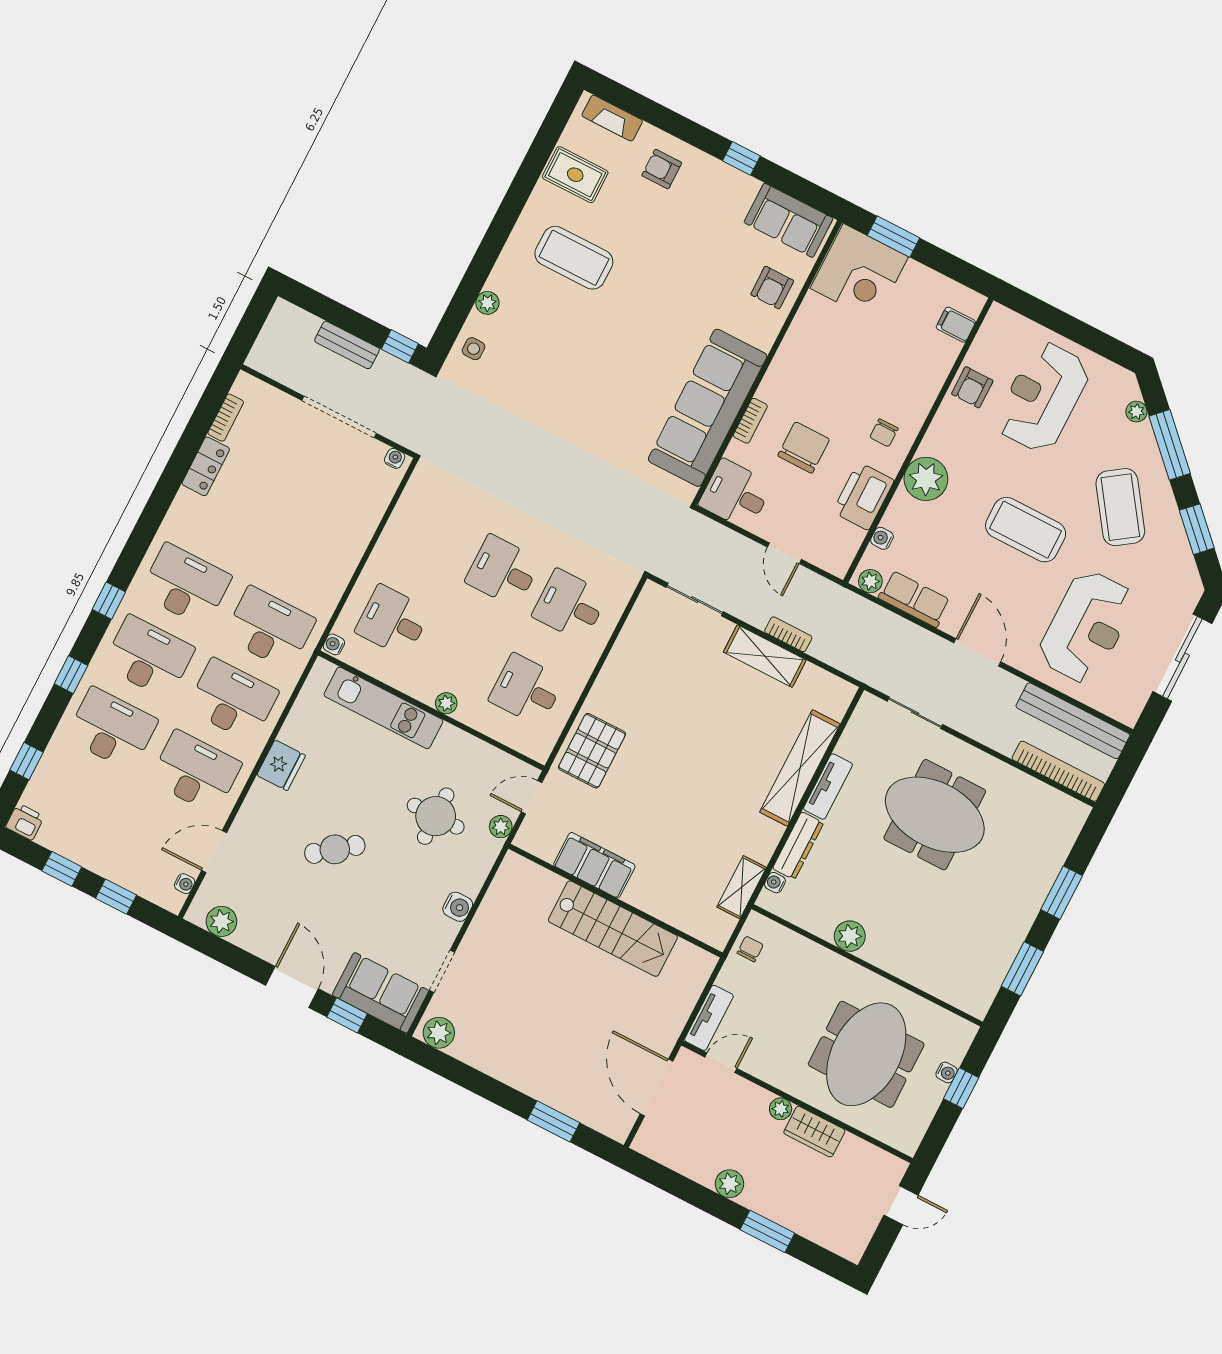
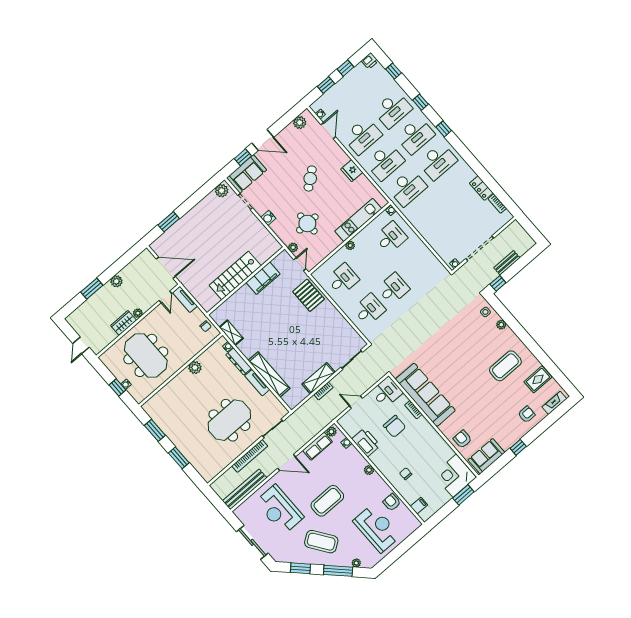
chair: (884, 433) -> (406, 474), moved
plant: (926, 479) -> (369, 470), width x0.53, depth x0.53
bookcase: (1058, 771) -> (250, 456), moved

